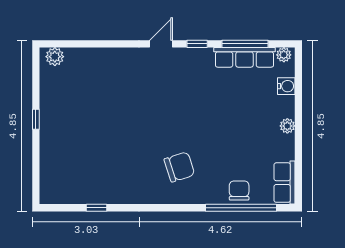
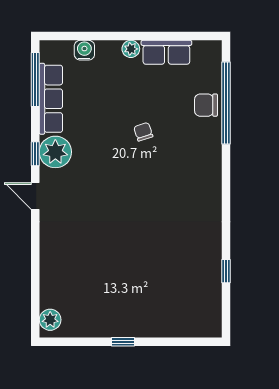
window: (245, 44) -> (35, 80), moved
plant: (284, 55) -> (55, 152), moved, width x1.88, depth x1.88
chair: (179, 167) -> (143, 132), moved, width x0.54, depth x0.54
row of seats: (284, 183) -> (166, 52), moved

